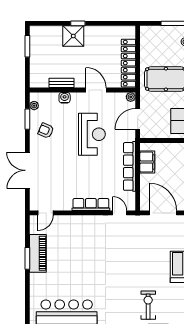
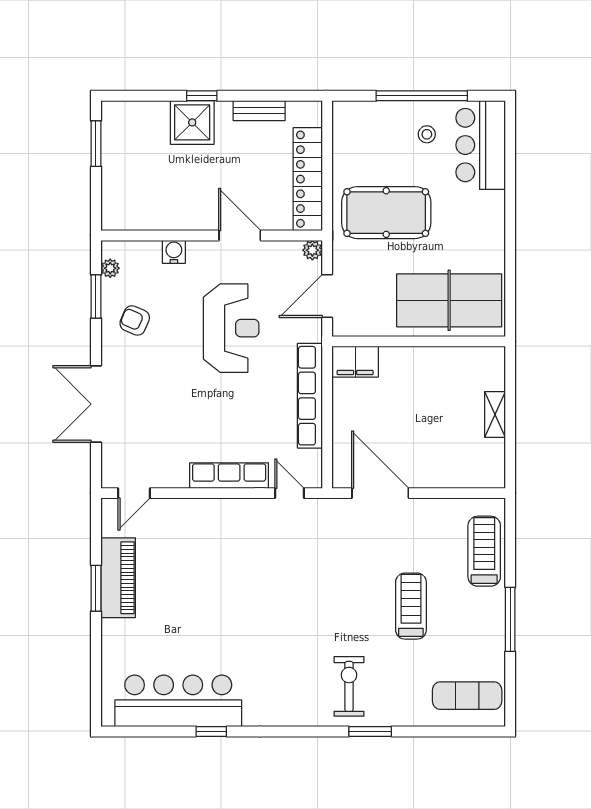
bench: (62, 83) -> (259, 111), moved
filing cabinet: (147, 162) -> (355, 362), moved, turned 90

